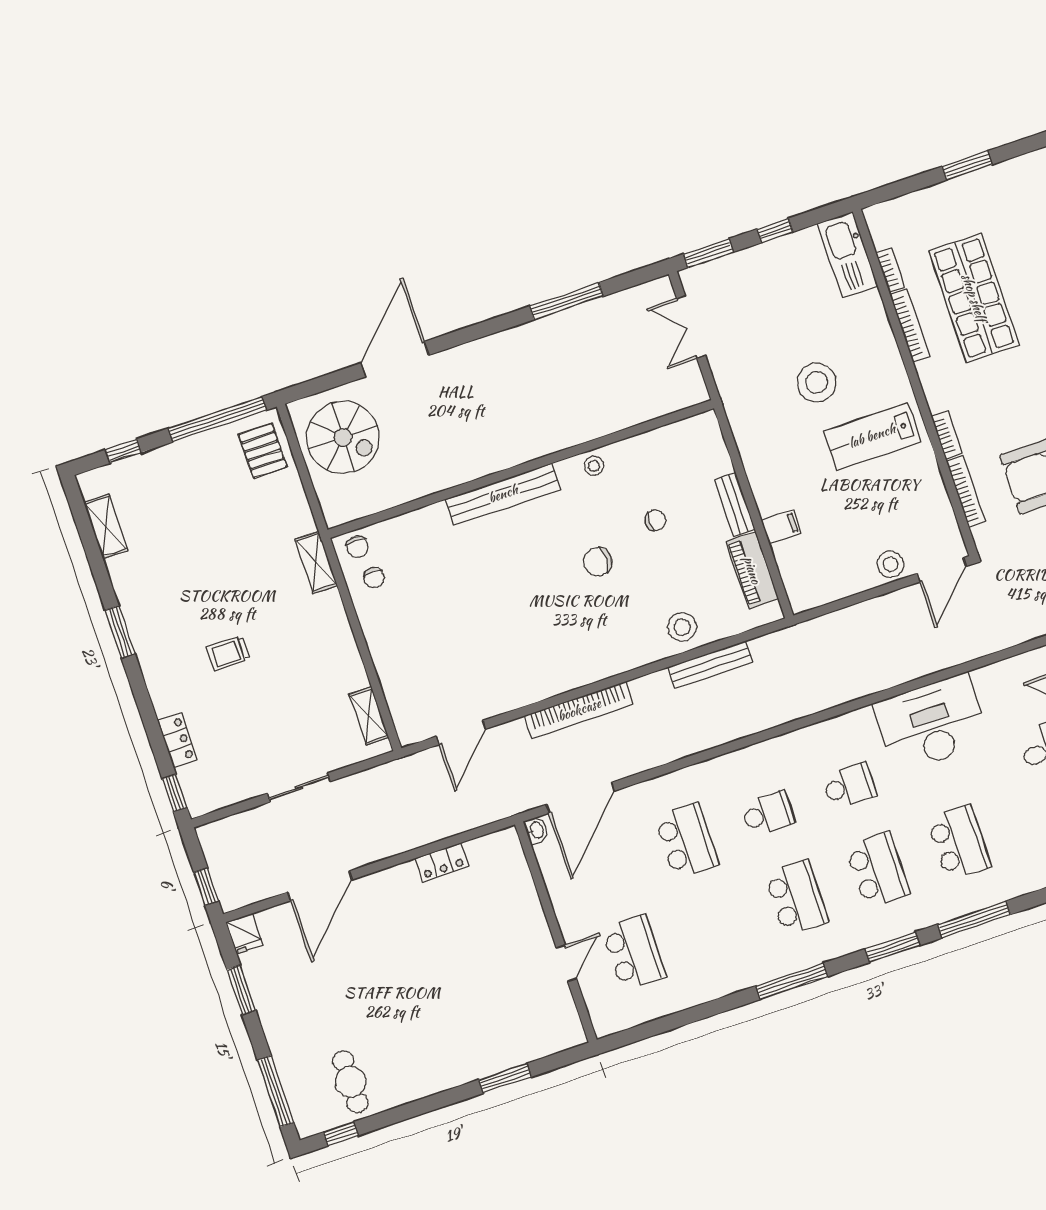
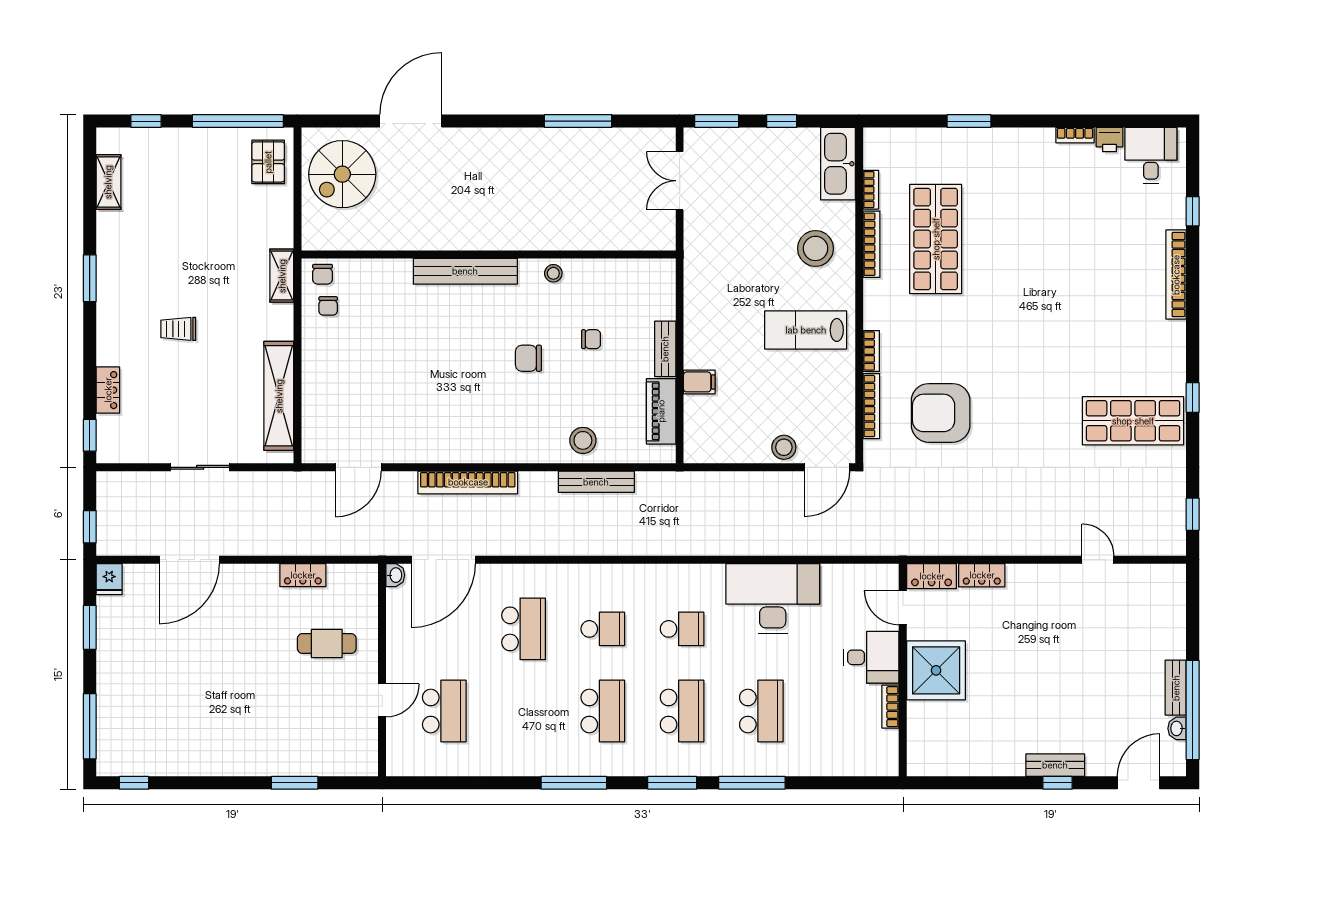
stool: (817, 382) -> (815, 248), moved
spiral stairs: (343, 437) -> (342, 174), turned 90
shelving: (369, 716) -> (279, 396), width x2.20, depth x1.33
cafe table: (350, 1082) -> (327, 643), moved, turned 90

